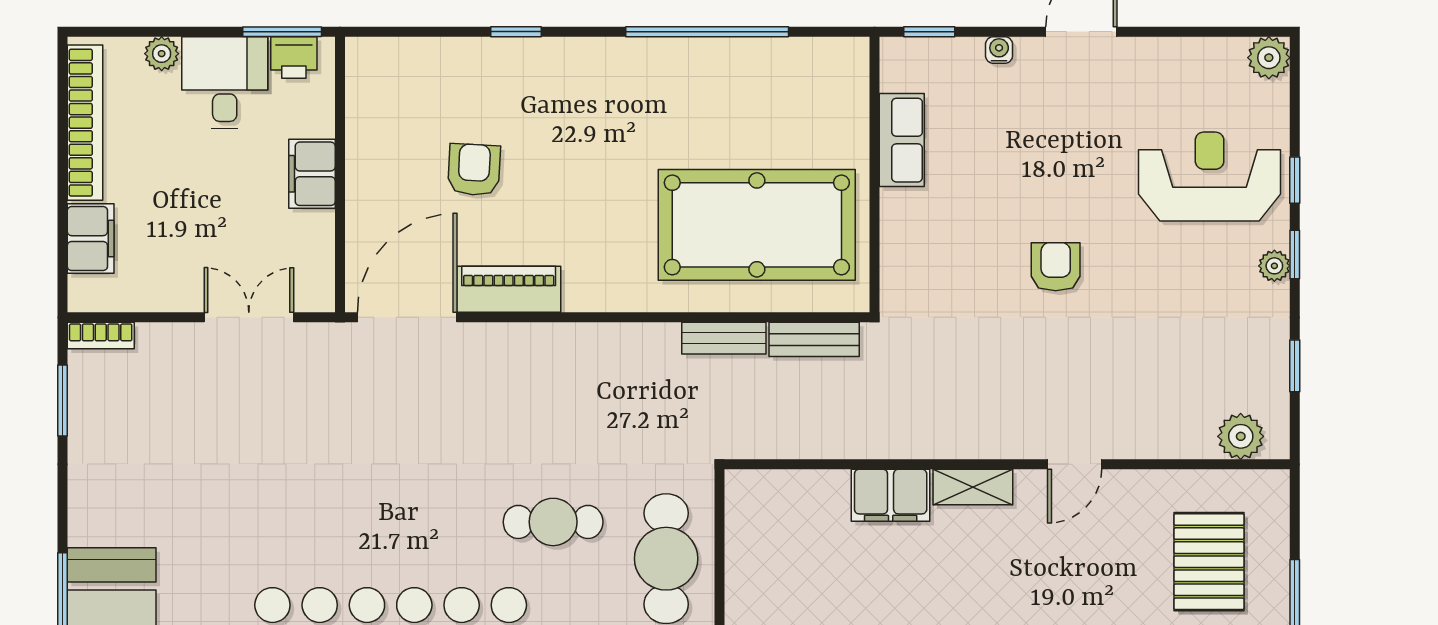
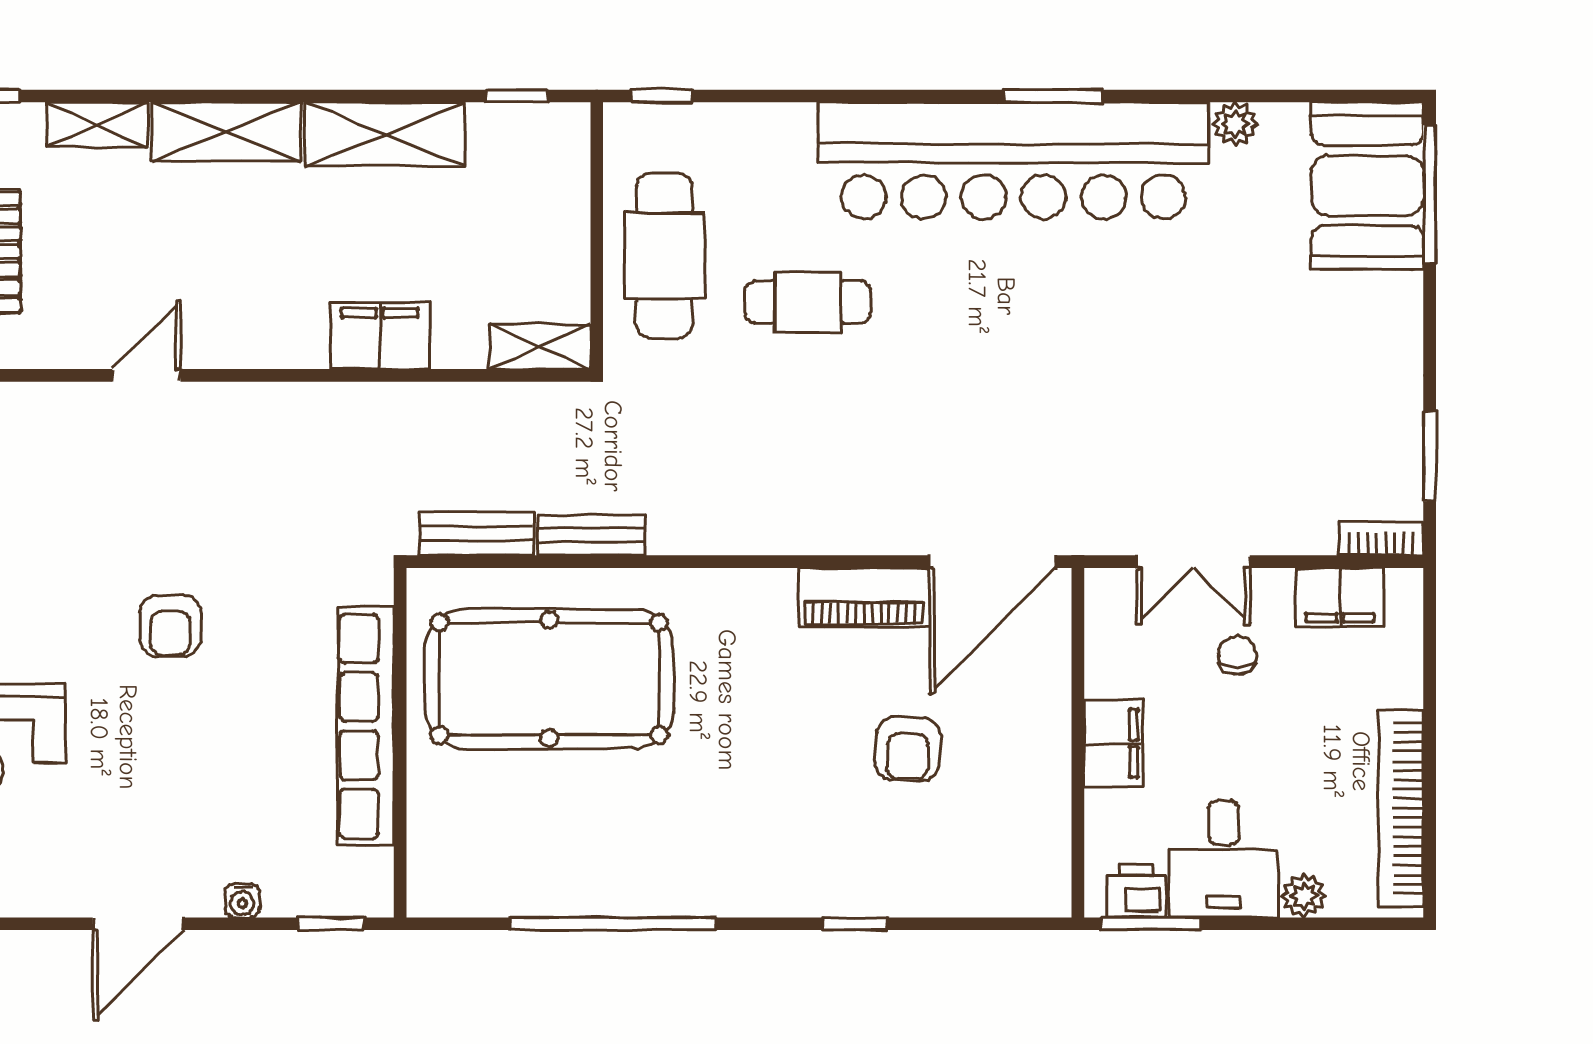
row of seats: (902, 140) -> (366, 726), width x2.02
filing cabinet: (91, 239) -> (1340, 597), moved, turned -90
chair: (214, 243) -> (1237, 655), added
shelving: (973, 487) -> (540, 346), moved

